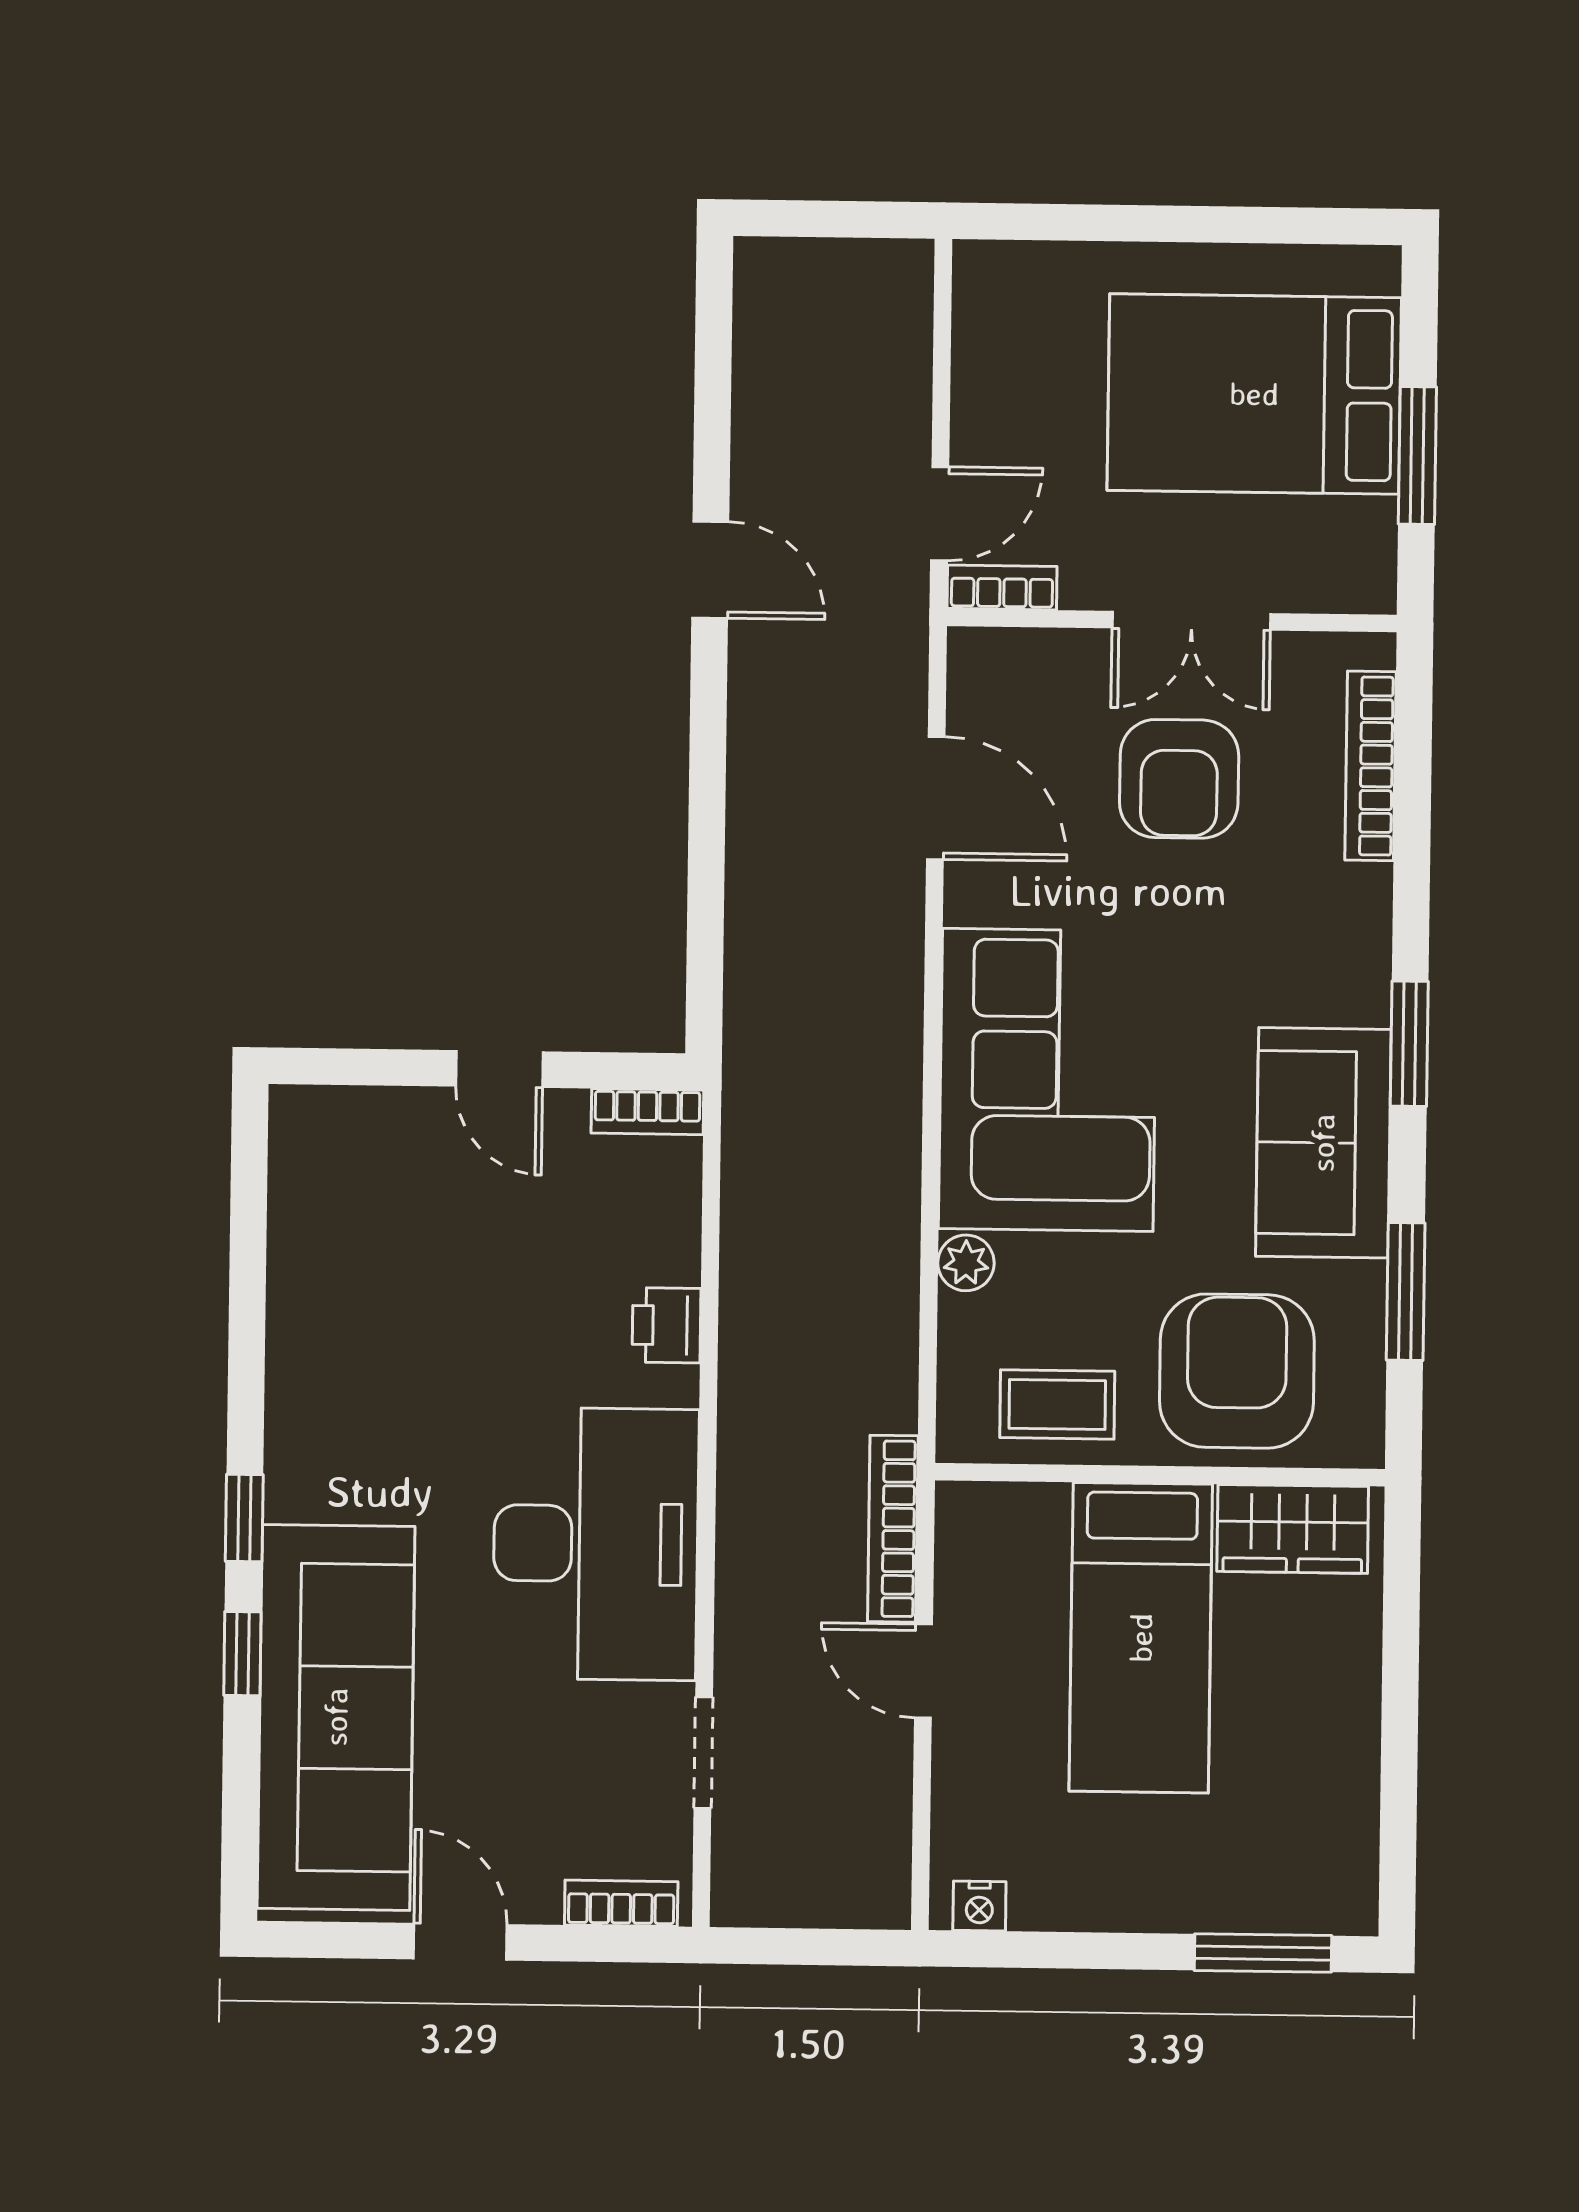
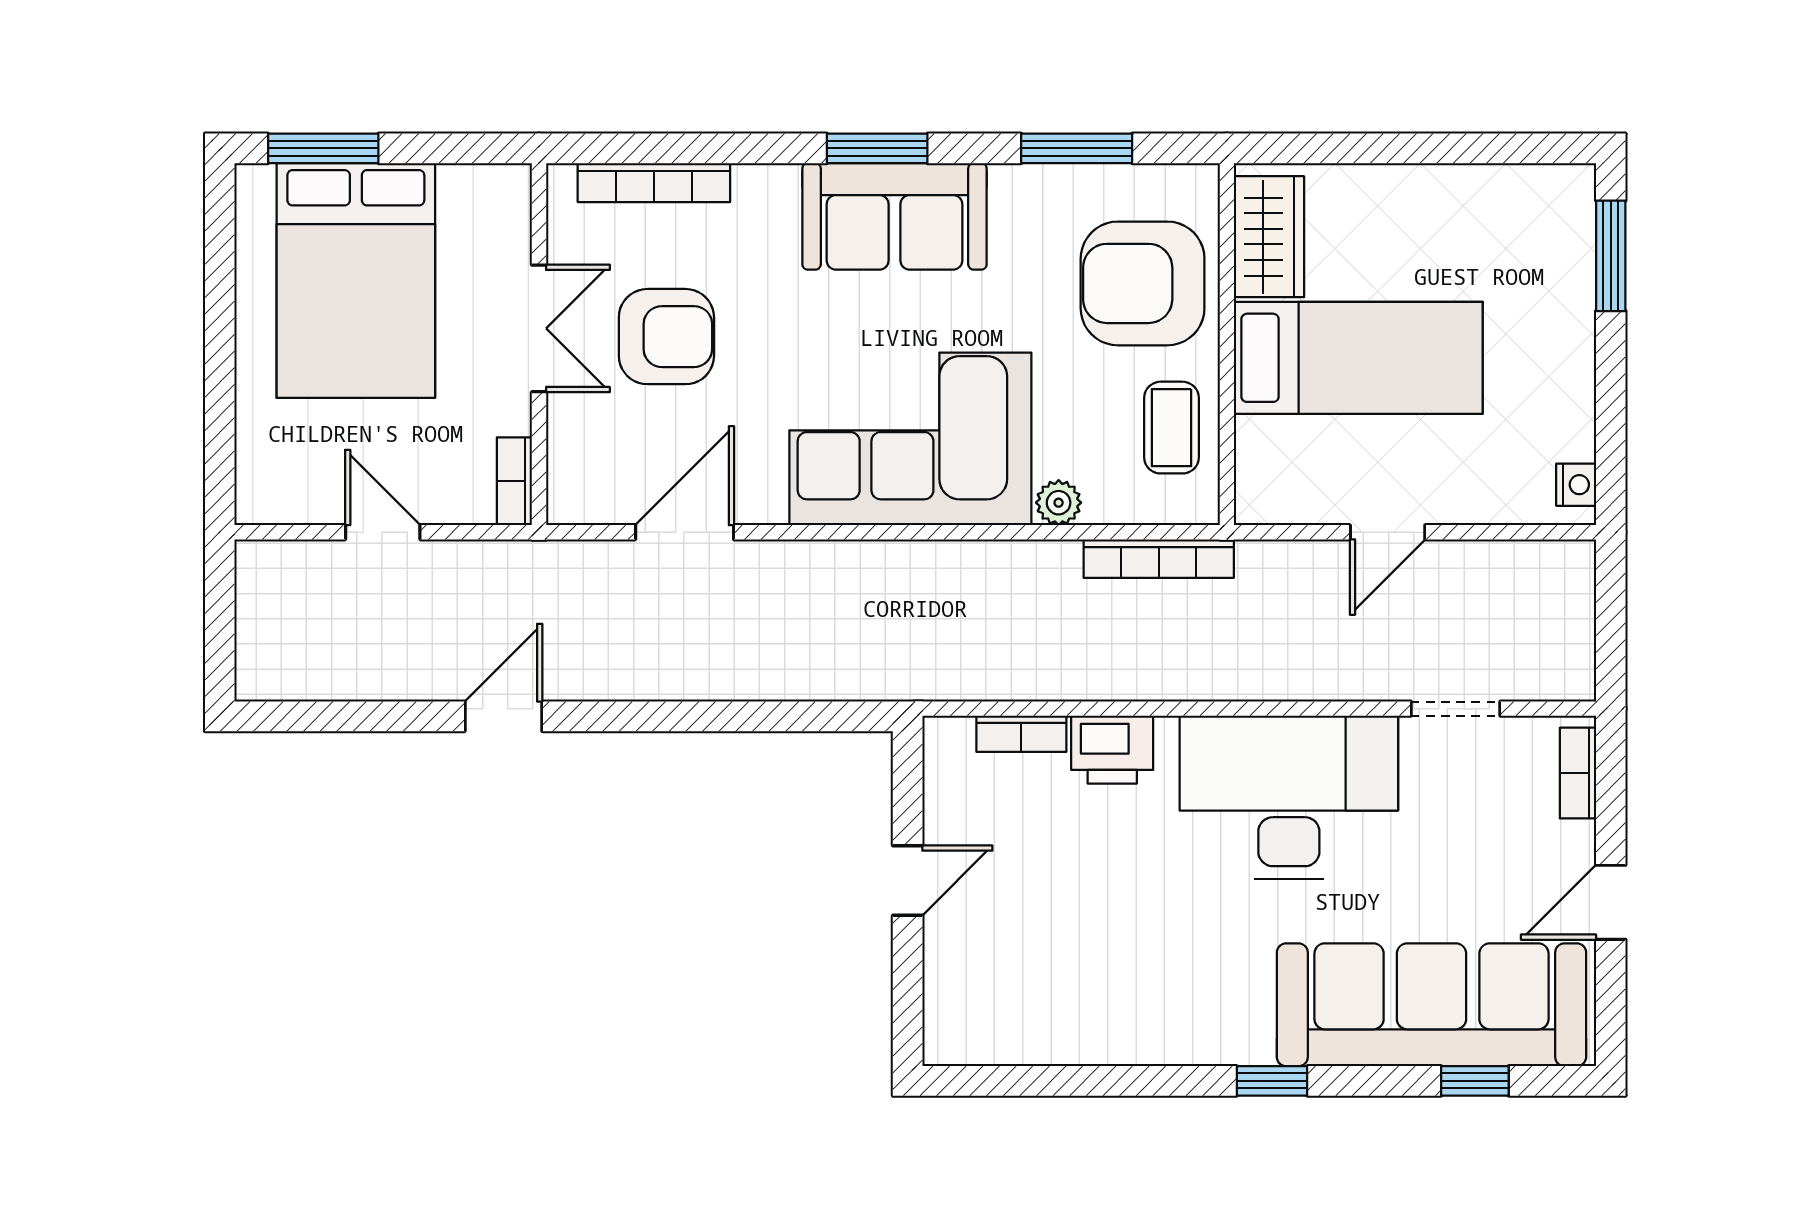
window: (1417, 456) -> (323, 148), moved
door: (940, 514) -> (383, 532), moved
bookcase: (647, 1112) -> (1021, 734), moved, turned 90
sofa: (1323, 1143) -> (895, 216), moved
printer: (666, 1325) -> (1112, 750), width x1.36, depth x1.24
bookcase: (893, 1529) -> (1159, 559), moved
window: (242, 1654) -> (1475, 1081), moved

